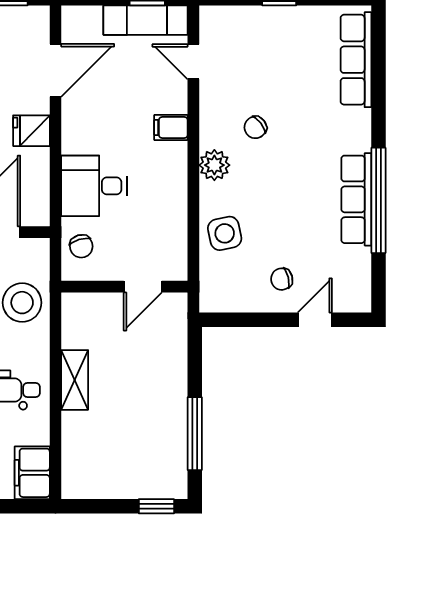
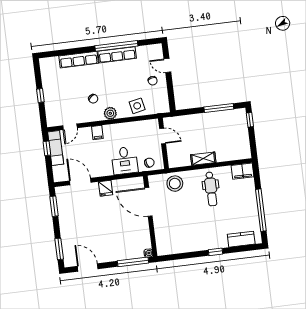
row of seats: (356, 60) -> (79, 60), moved

